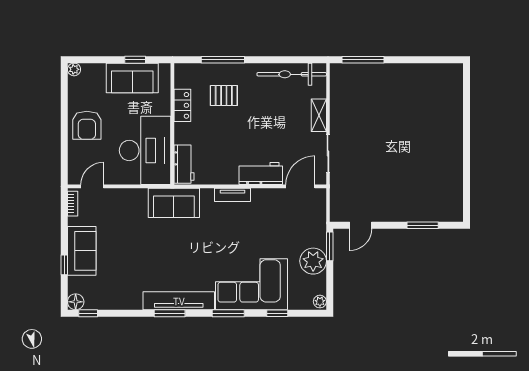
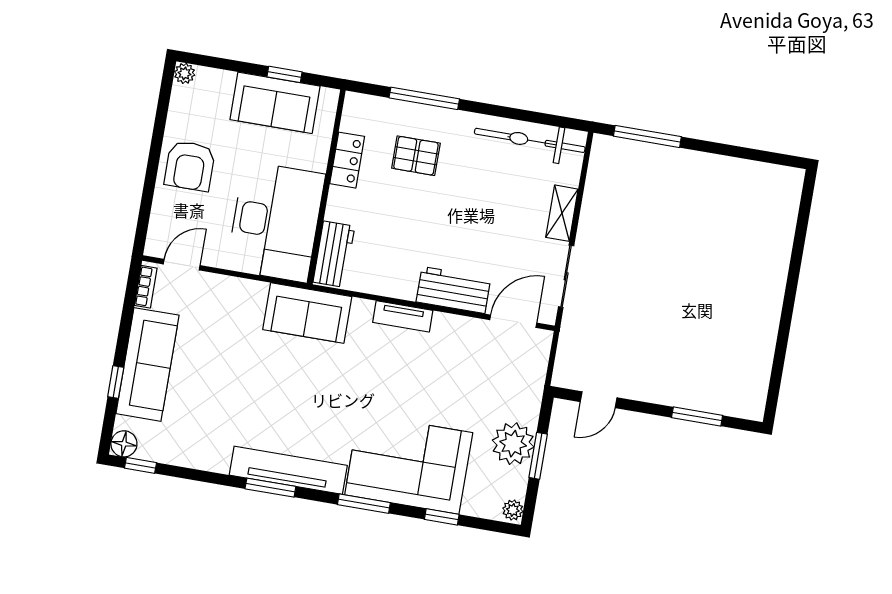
window: (330, 246) -> (538, 456), moved
sofa: (82, 251) -> (147, 364), width x1.36

